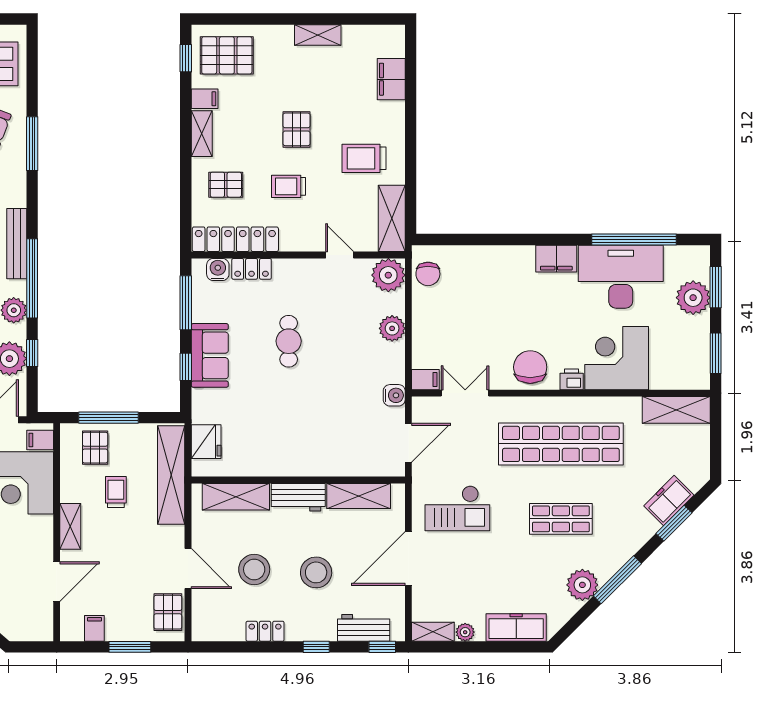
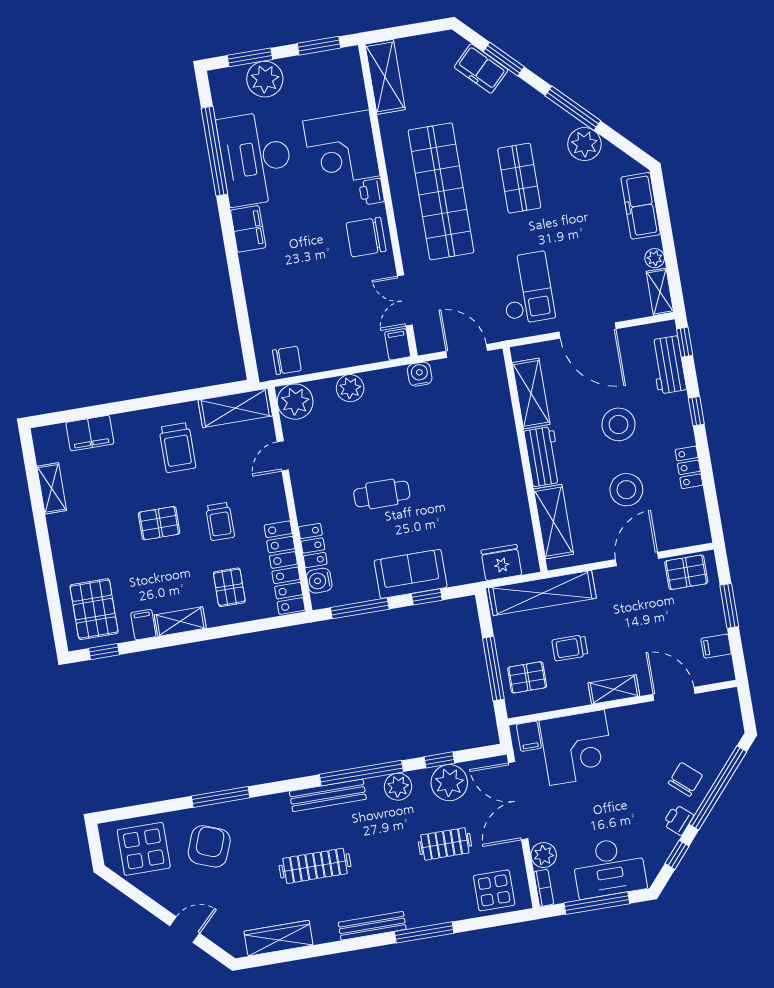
shelving: (318, 35) -> (52, 488), moved

